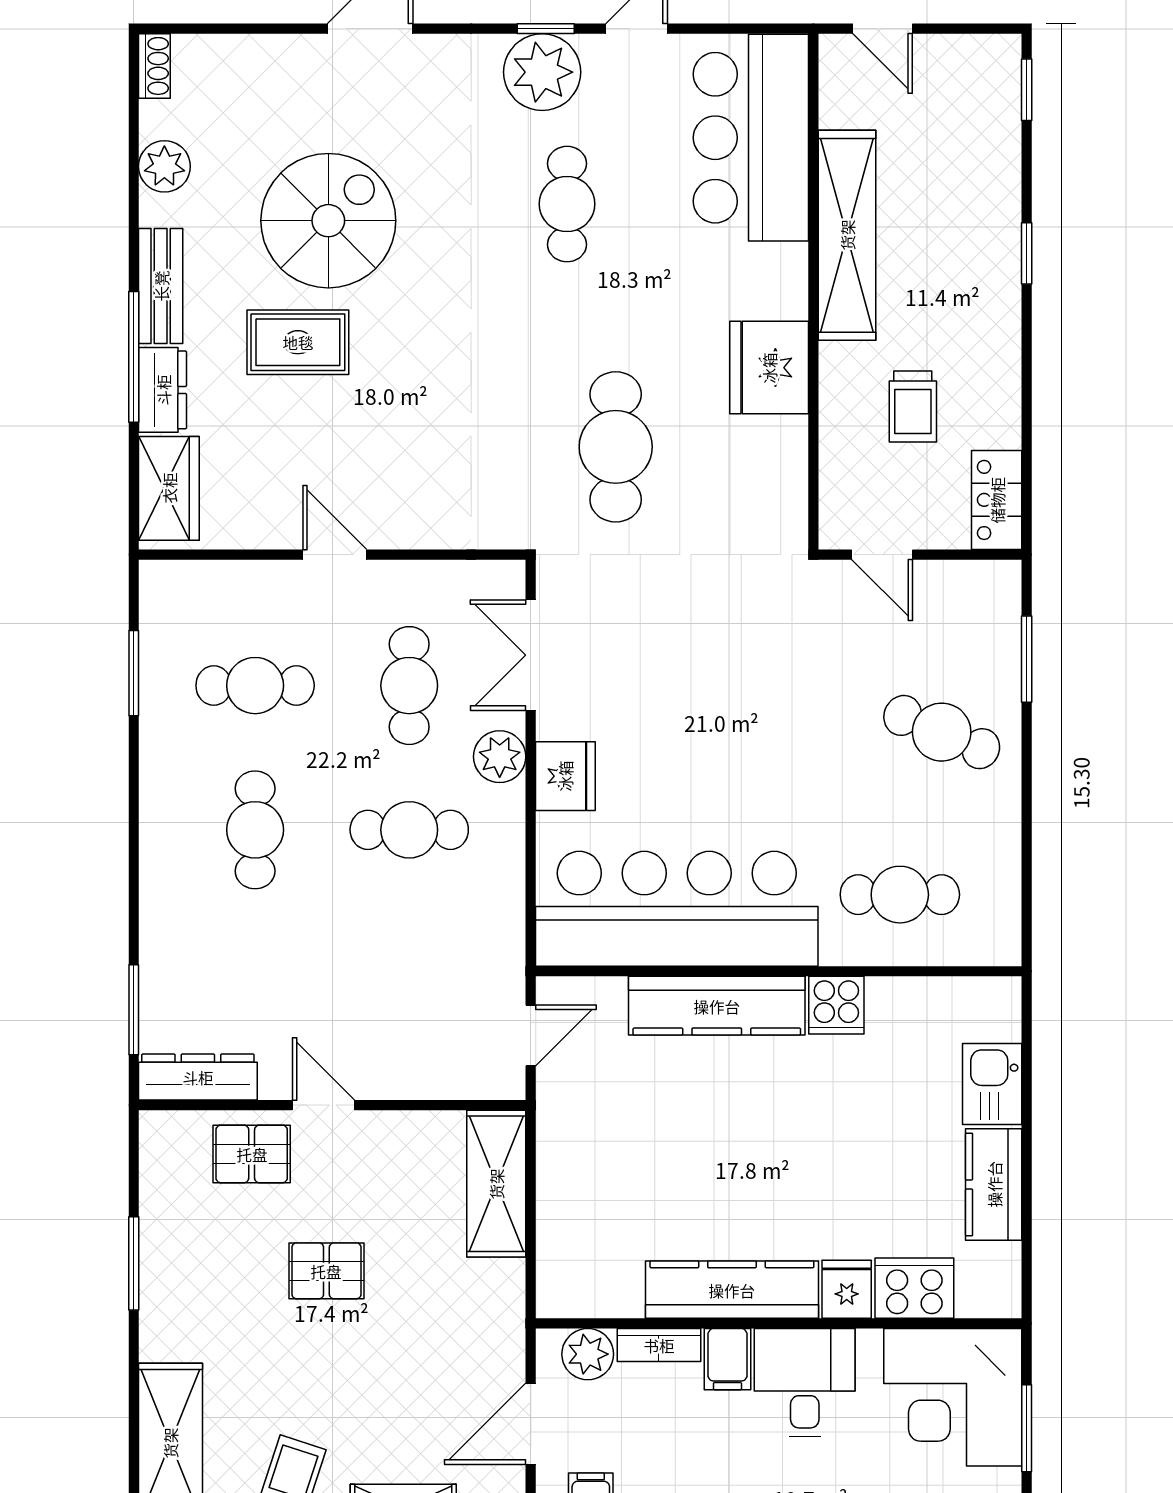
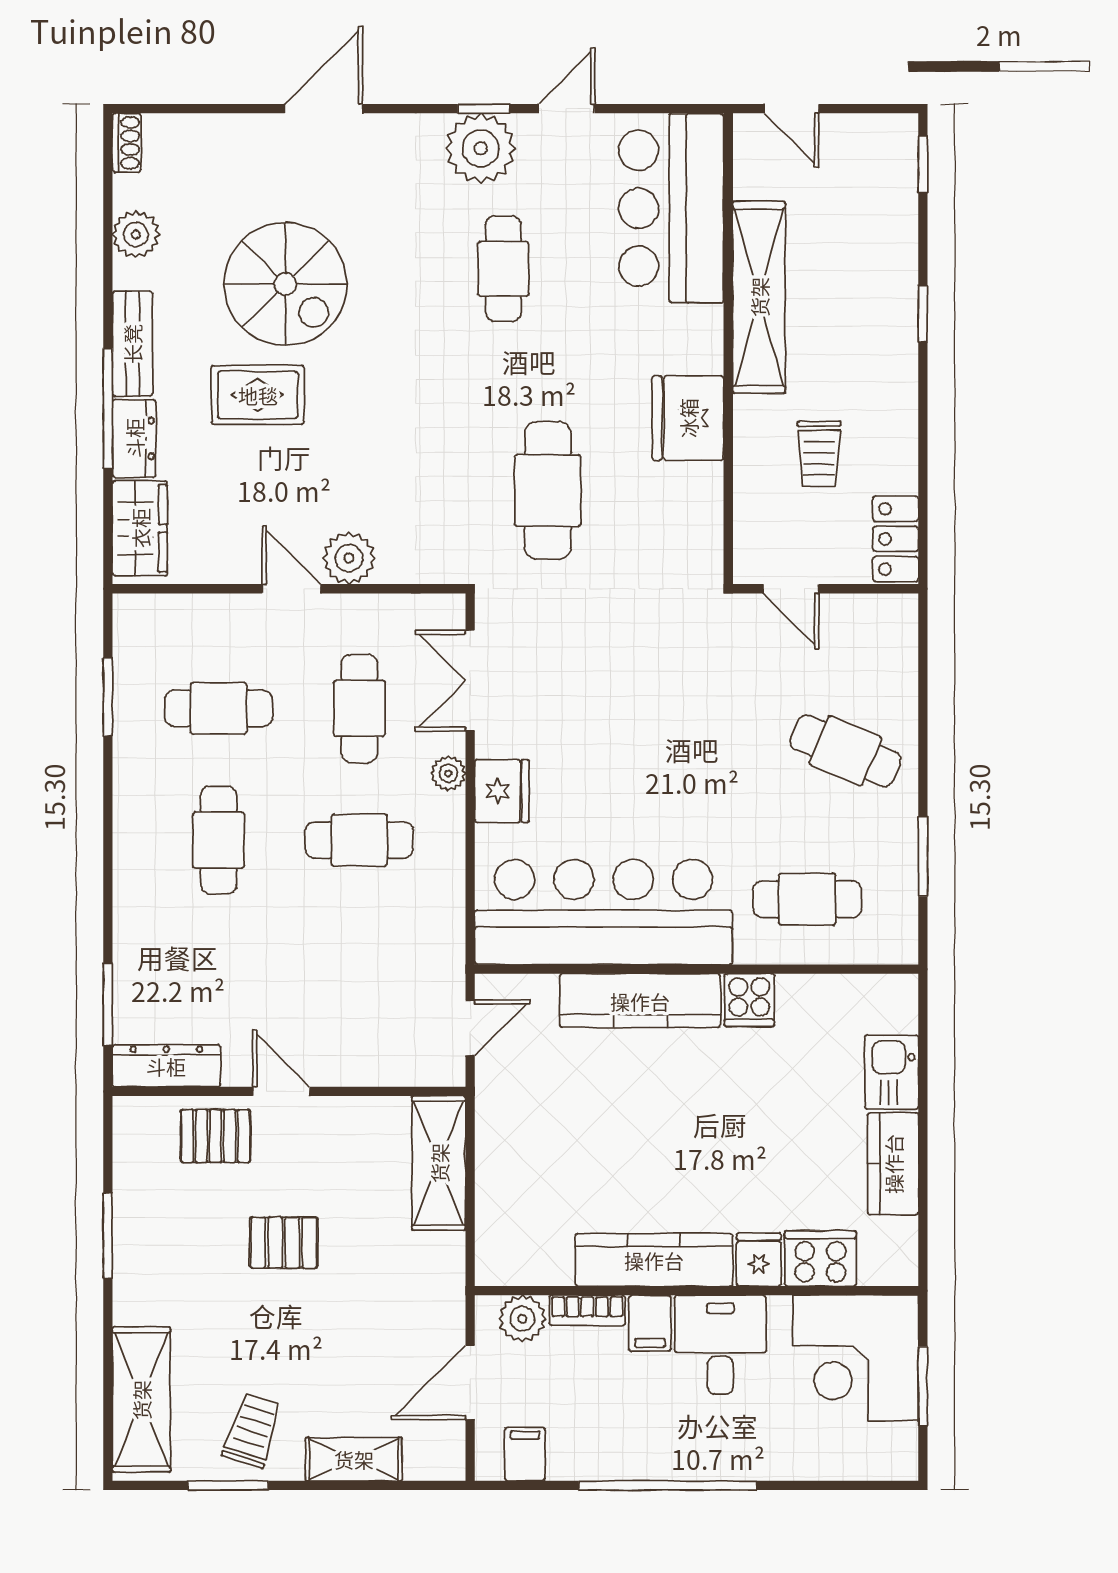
spiral stairs: (328, 221) -> (285, 284), turned 90
plant: (398, 521) -> (349, 558), added
window: (1027, 659) -> (923, 857), moved
plant: (500, 757) -> (448, 773), width x0.73, depth x0.73

